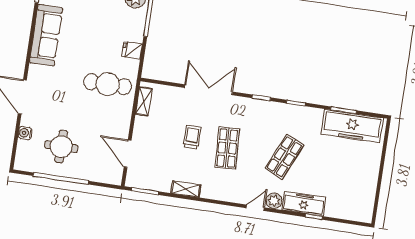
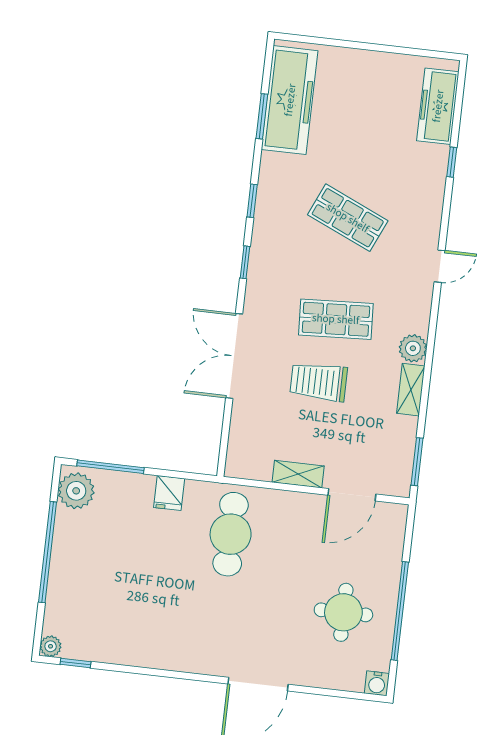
sofa: (46, 35) -> (148, 646), removed
shelving: (144, 101) -> (298, 474), moved
water cooler: (25, 133) -> (377, 683), moved
trolley: (192, 137) -> (319, 382), width x1.36, depth x1.39
plant: (274, 201) -> (413, 348), moved
freezer: (304, 204) -> (438, 106), moved
door: (255, 208) -> (440, 266), swing flipped

